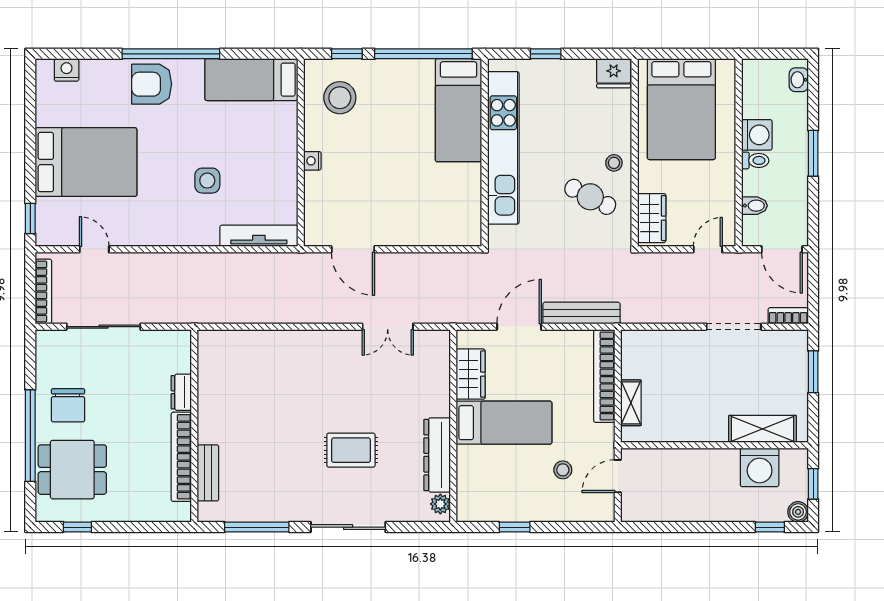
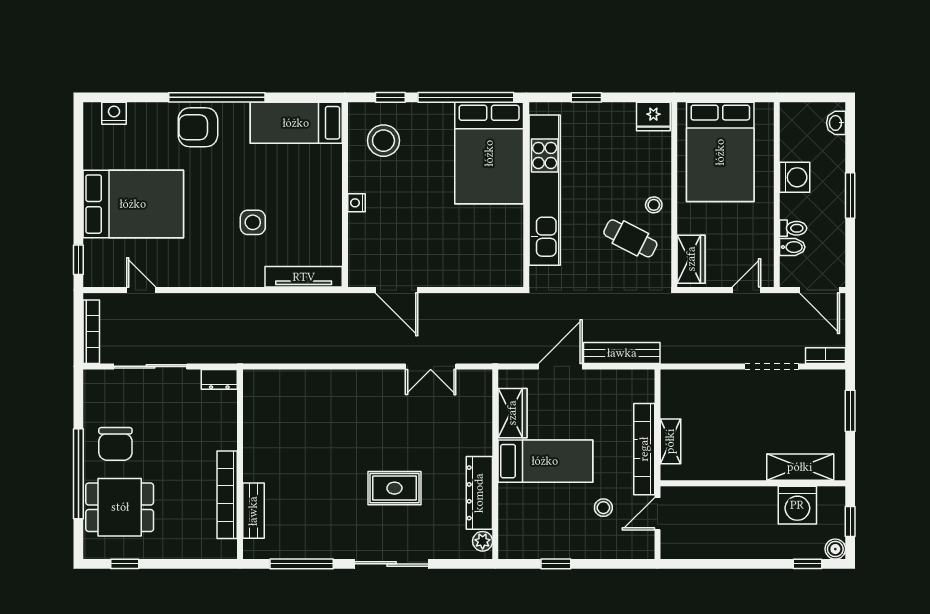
bed: (459, 110) -> (489, 153), width x1.50
toilet: (755, 160) -> (793, 228), moved
bookcase: (604, 376) -> (644, 449), moved
dresser: (181, 392) -> (219, 379), moved, turned -90

